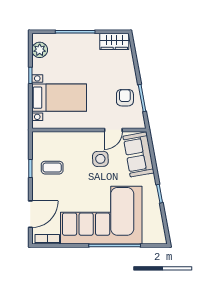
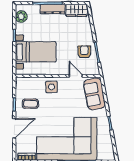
dresser: (82, 40) -> (53, 9), added
door: (113, 130) -> (76, 76), swing flipped
side table: (100, 159) -> (52, 87), moved
door: (30, 214) -> (14, 128), moved

